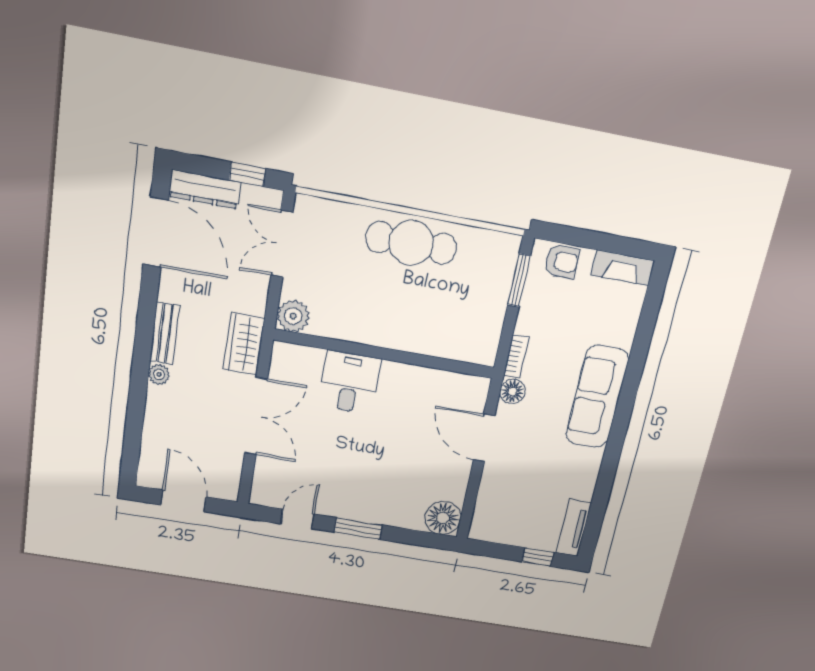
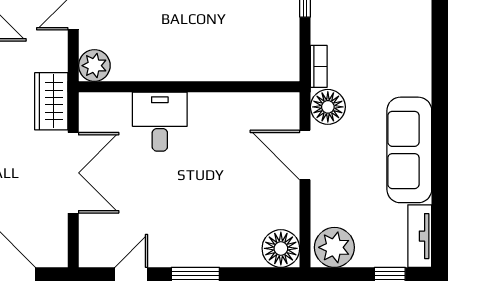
floor lamp: (512, 391) -> (328, 107), width x1.38, depth x1.38
sofa: (597, 397) -> (409, 150), moved
plant: (493, 525) -> (334, 247), added

